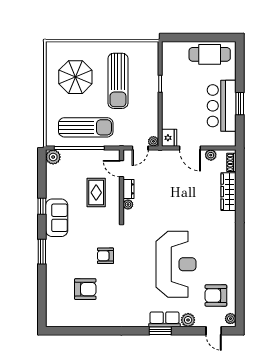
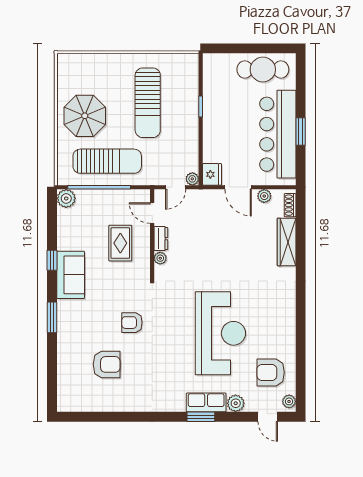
parasol: (75, 77) -> (85, 116), moved
bar counter: (222, 106) -> (278, 134), width x1.36

